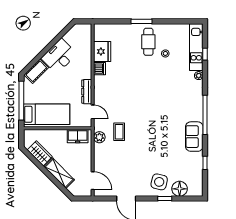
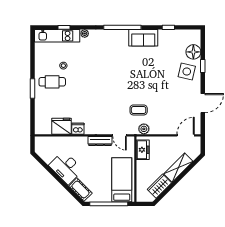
door: (93, 112) -> (120, 135), swing flipped

